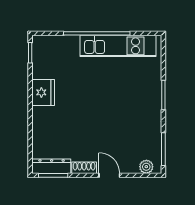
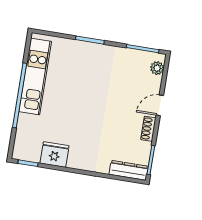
fridge: (43, 92) -> (55, 154), moved
dresser: (52, 166) -> (129, 170), moved, turned 90

